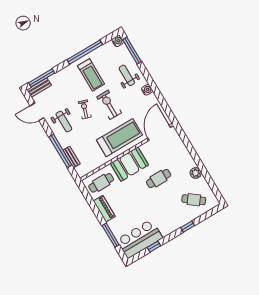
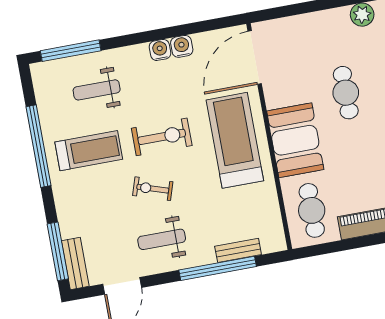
water cooler: (118, 41) -> (182, 46), moved
weight bench: (127, 75) -> (97, 90), moved
exercise bike: (109, 105) -> (162, 137), turned 180
weight bench: (64, 122) -> (162, 239), turned 180
door: (159, 133) -> (255, 58), hinge flipped

